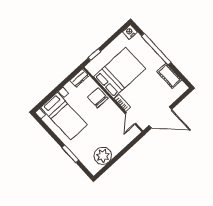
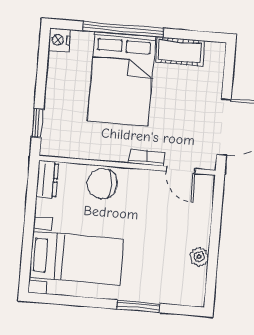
bed: (120, 73) -> (121, 79), moved, turned 180
plant: (103, 156) -> (199, 257), width x0.53, depth x0.53

